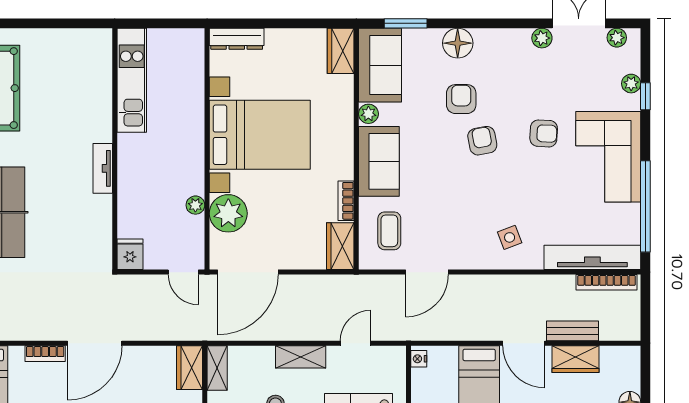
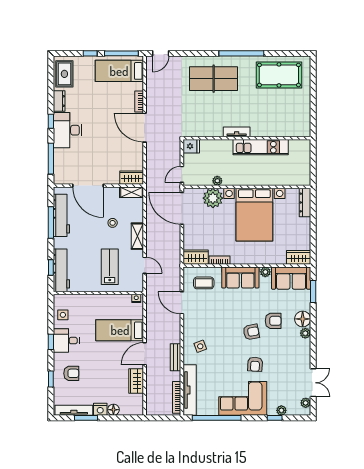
plant: (542, 38) -> (305, 333), moved
kitchen unit: (132, 80) -> (261, 147), moved
bench: (573, 331) -> (176, 357), moved

